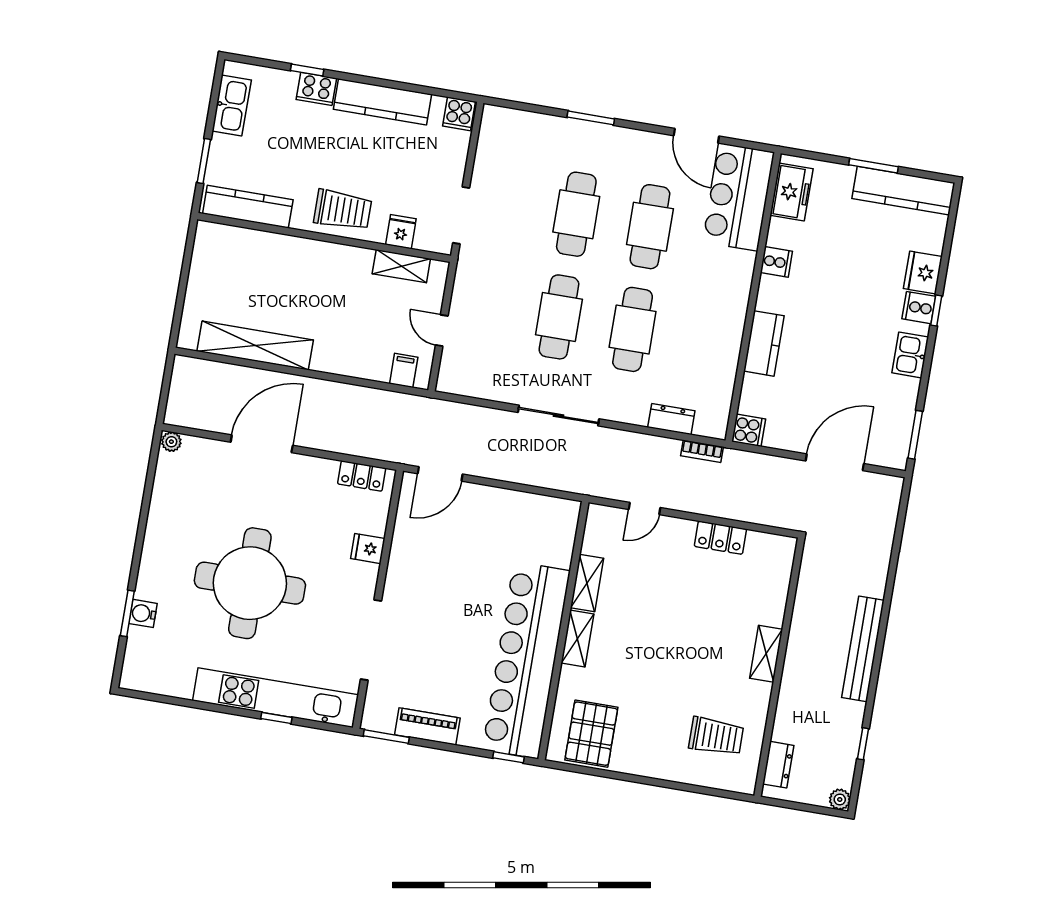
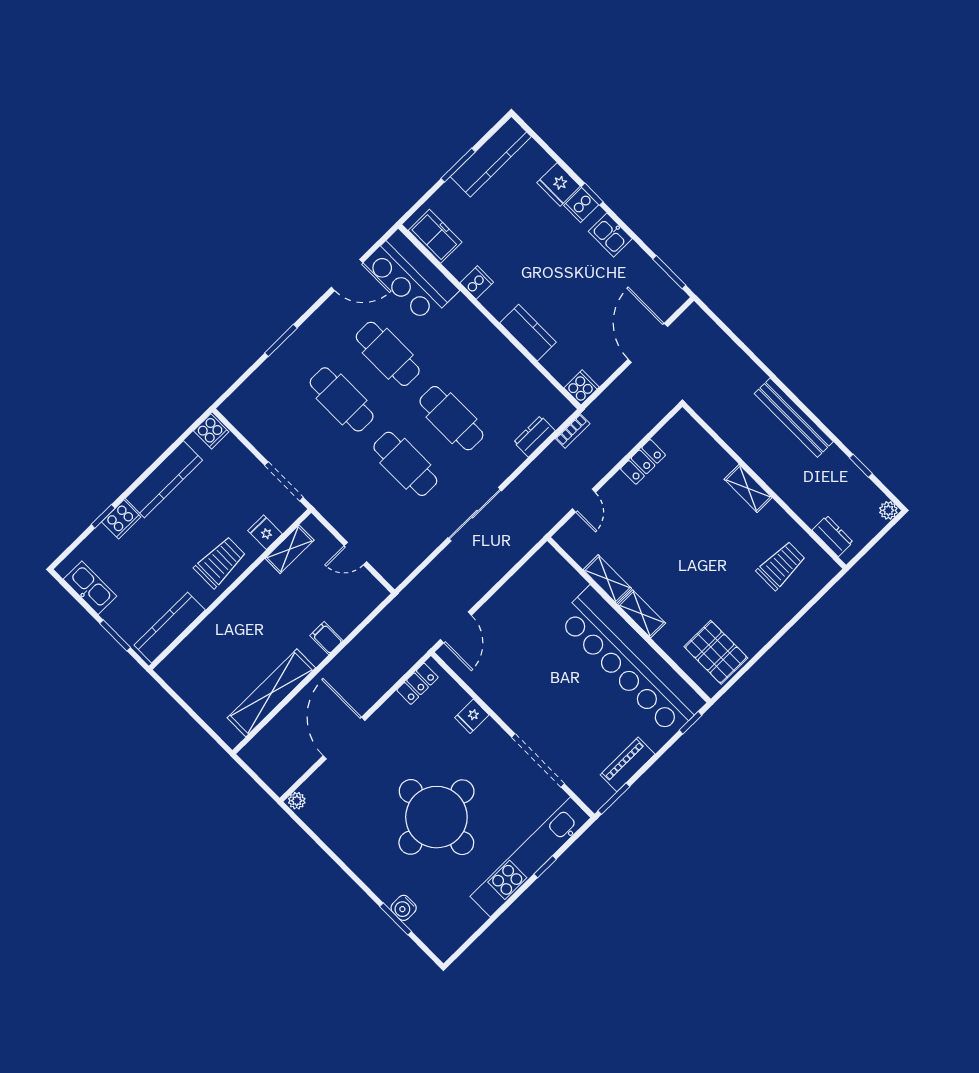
filing cabinet: (404, 370) -> (326, 638), moved

